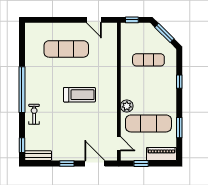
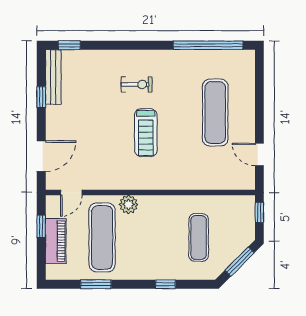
door: (94, 20) -> (259, 155), hinge flipped
window: (22, 90) -> (208, 45), moved
exercise bike: (34, 114) -> (137, 84), moved
piano: (161, 154) -> (56, 241), moved
bench: (38, 156) -> (53, 77), width x1.36
window: (67, 164) -> (41, 97), moved

